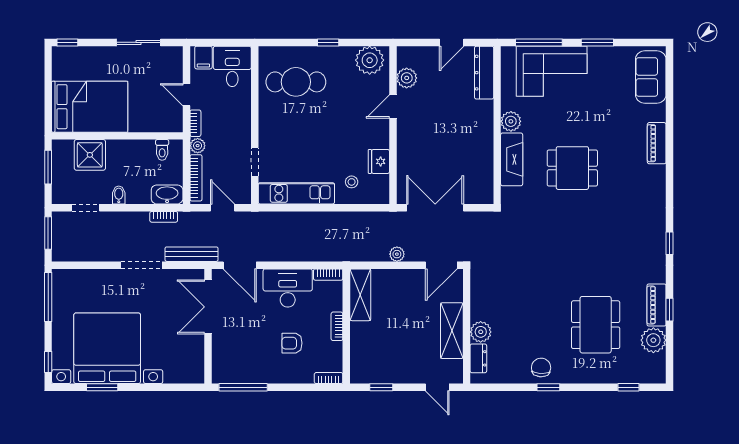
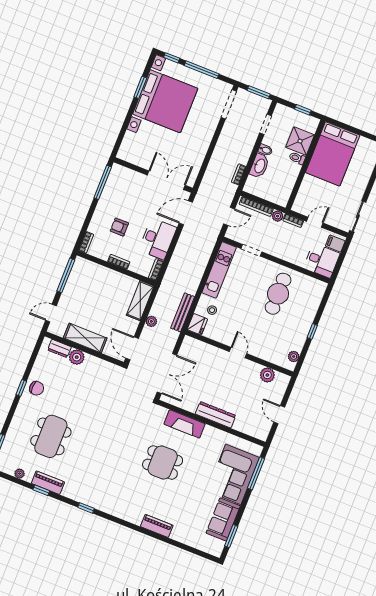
sliding door: (138, 42) -> (358, 216), moved
window: (597, 42) -> (231, 536), moved
plant: (370, 60) -> (294, 357), width x0.53, depth x0.53
dresser: (484, 73) -> (216, 415), moved
sofa: (651, 77) -> (223, 519), moved, turned -90
cafe table: (296, 82) -> (278, 294), moved
door: (393, 107) -> (238, 353), moved
plant: (511, 121) -> (210, 434), removed
toilet: (162, 150) -> (297, 158), moved
fridge: (379, 161) -> (197, 324), moved, turned 90
window: (48, 167) -> (303, 110), width x0.67
dining table: (572, 168) -> (163, 463), turned 90
washbasin: (167, 194) -> (259, 166), moved
double door: (435, 208) -> (167, 374), moved
bench: (192, 254) -> (183, 312), moved
doorway: (142, 265) -> (229, 104), moved
shelving: (360, 295) -> (140, 301), moved, turned 90
window: (48, 297) -> (202, 70), moved
dining table: (596, 325) -> (51, 436), turned 90
plant: (653, 340) -> (20, 474), width x0.53, depth x0.53
armchair: (292, 343) -> (119, 227), turned -90
window: (381, 387) -> (66, 275), width x2.17

